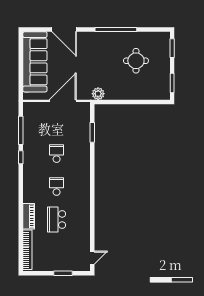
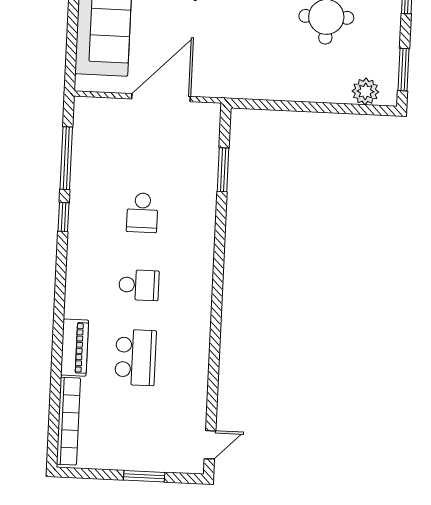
plant: (98, 94) -> (365, 91), moved
school desk: (57, 154) -> (142, 213), turned 180
school desk: (57, 187) -> (139, 285), turned 90
school desk: (57, 219) -> (135, 357), turned 180

